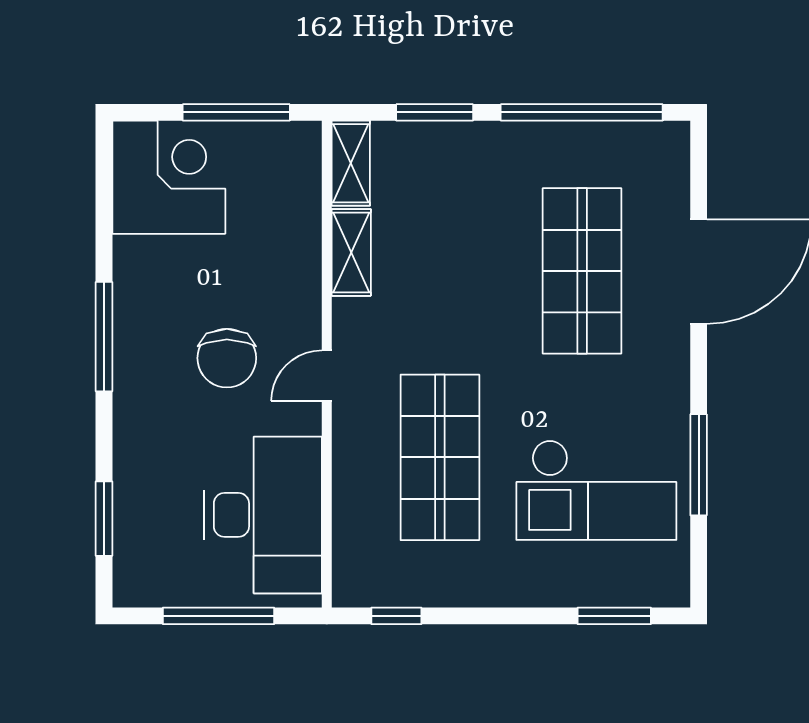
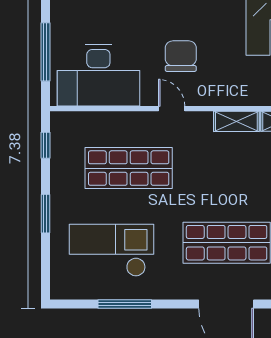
chair: (227, 358) -> (181, 56), turned 90
checkout: (596, 490) -> (112, 250), turned 90
window: (614, 616) -> (45, 214), moved

